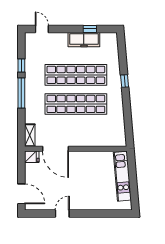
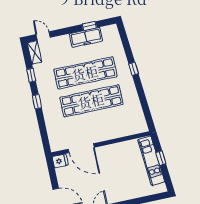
window: (21, 93) -> (37, 102), width x0.46
shelving: (30, 135) -> (35, 52), moved
window: (133, 176) -> (161, 158), added

